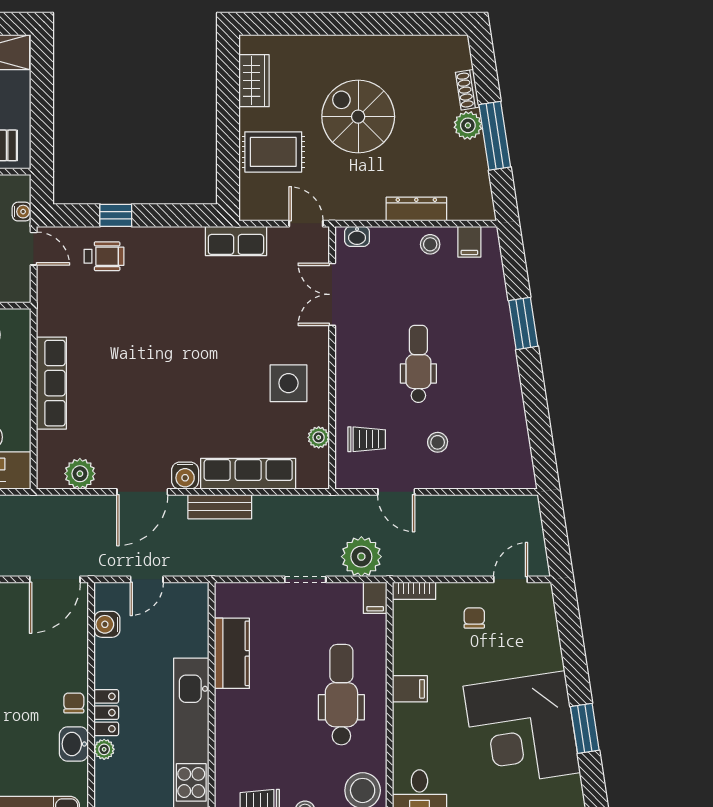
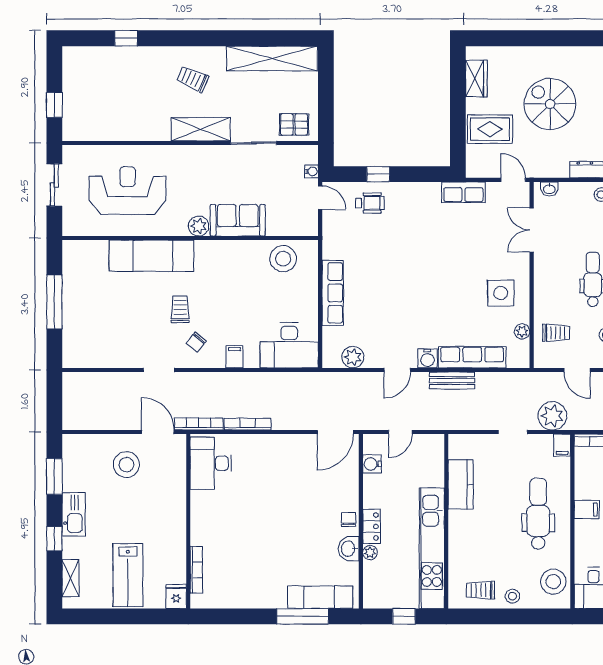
door: (142, 492) -> (397, 370), width x0.73

